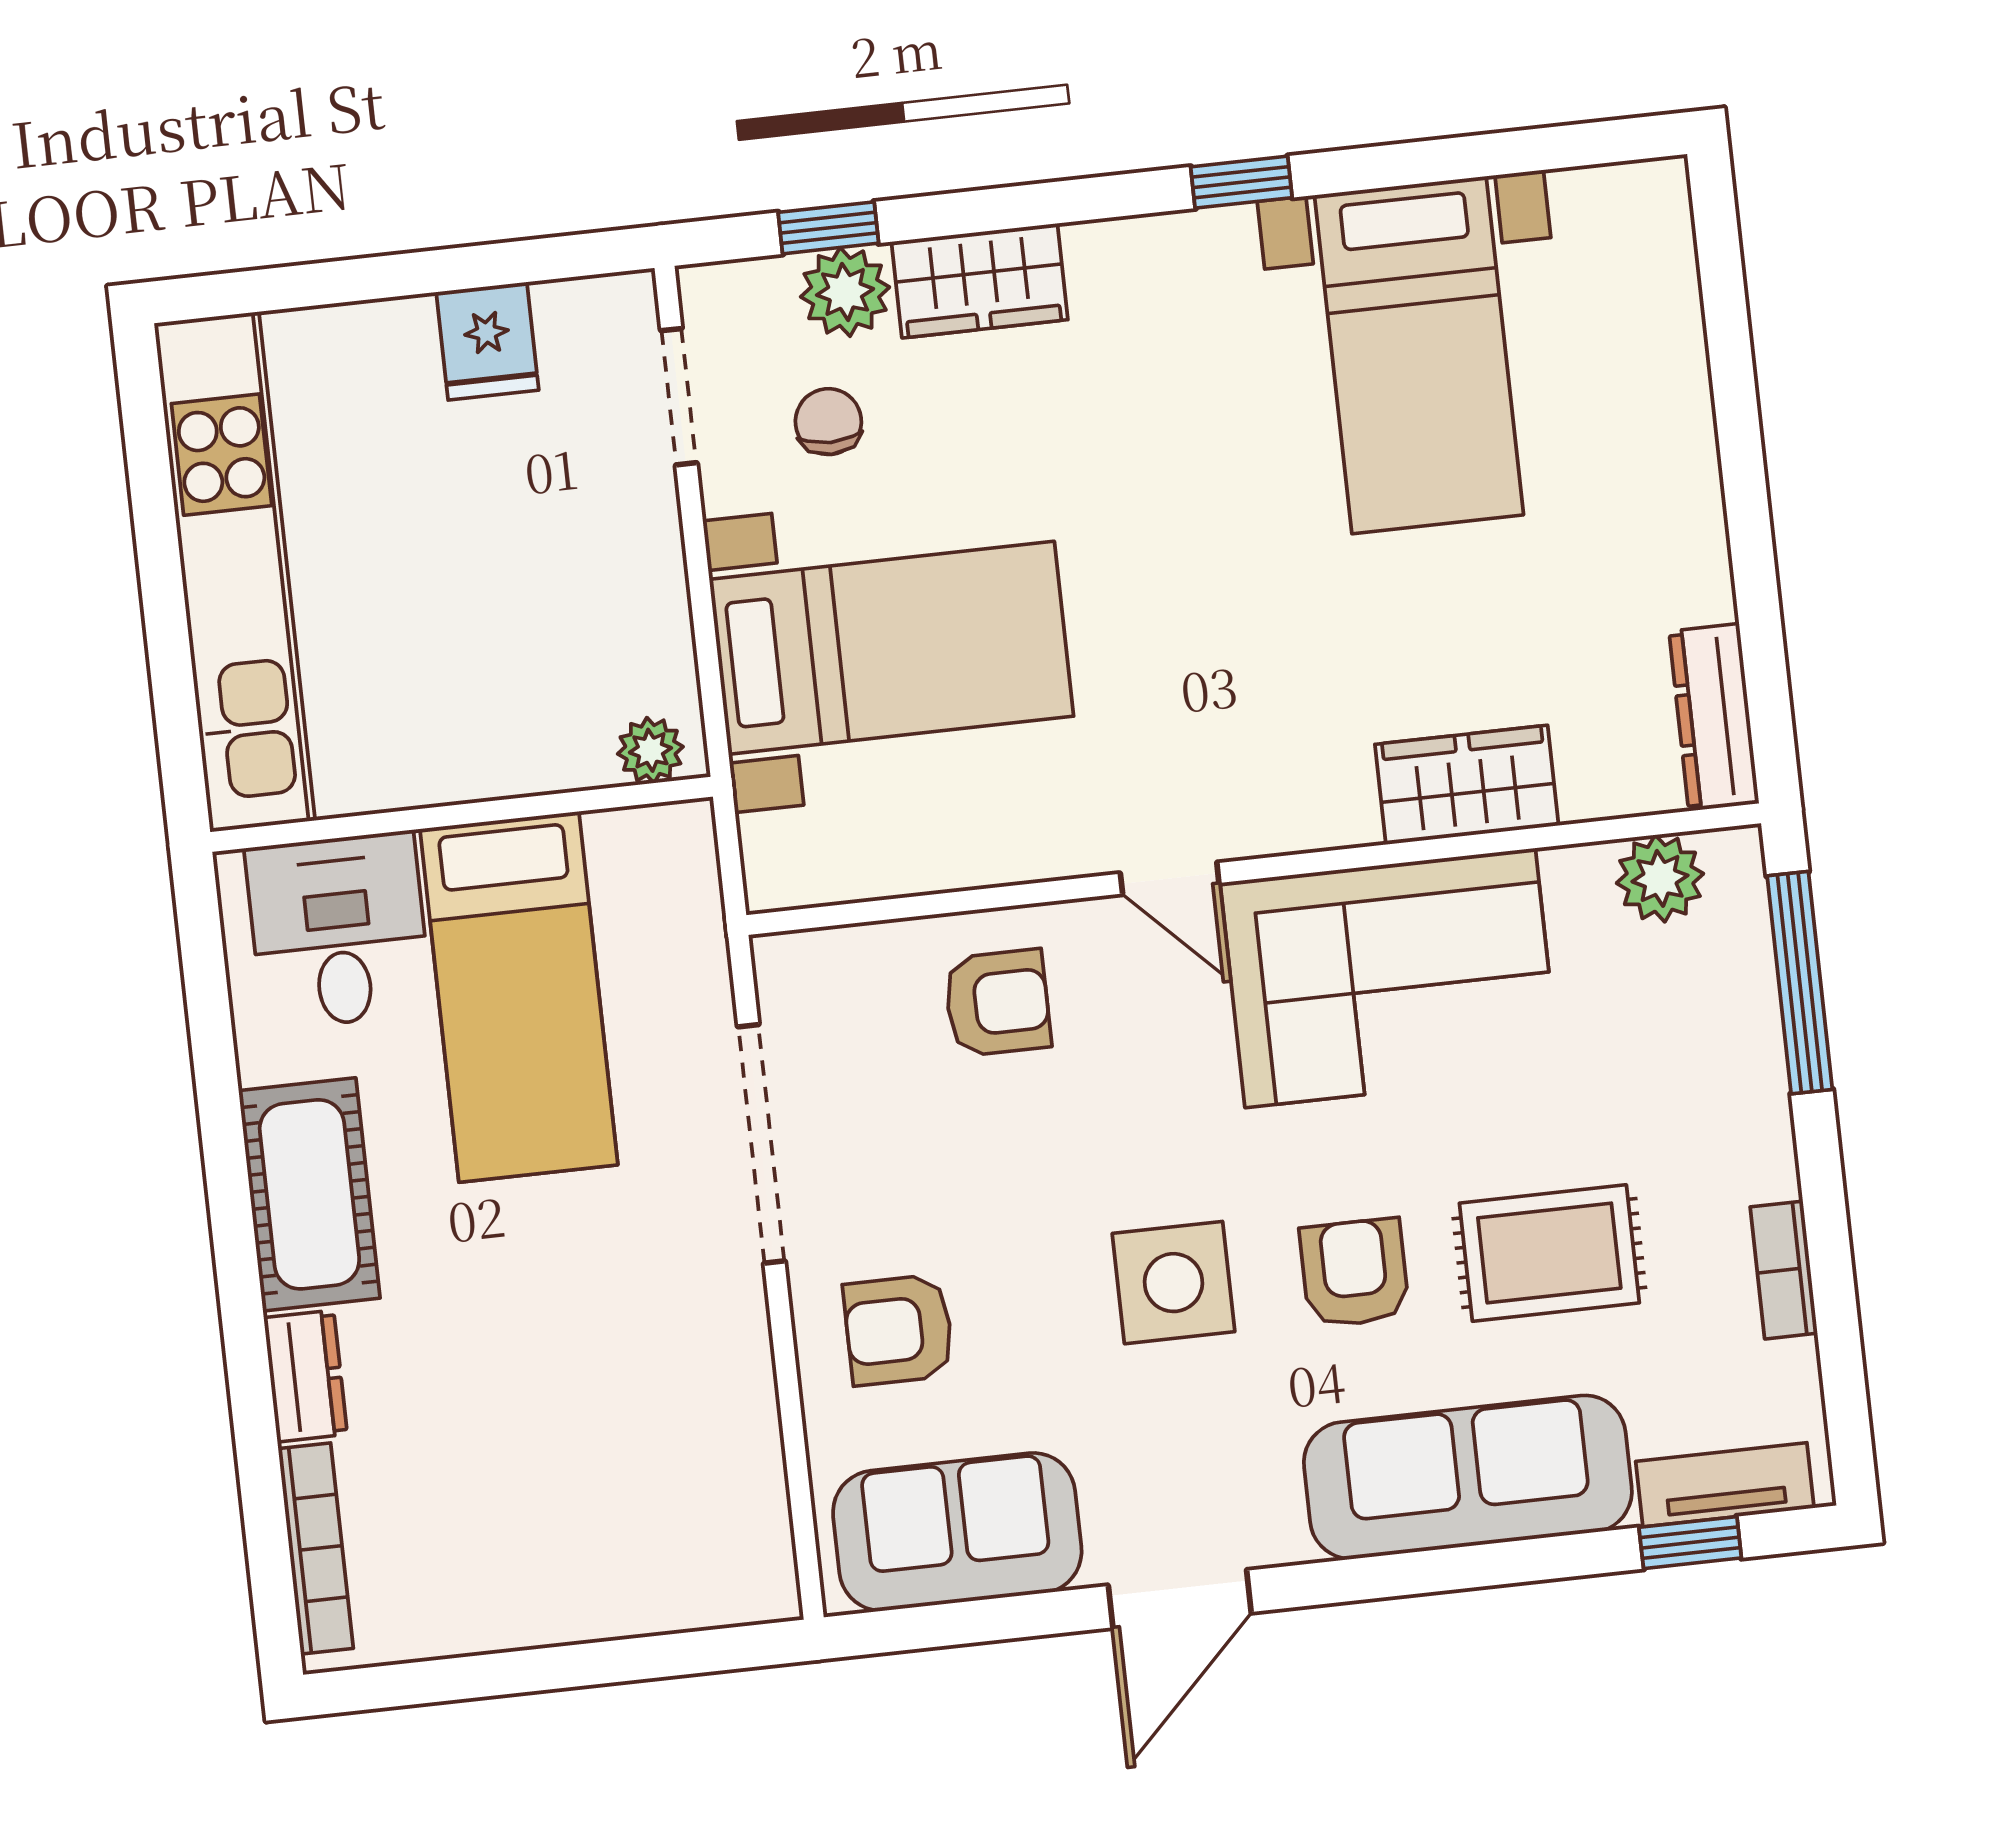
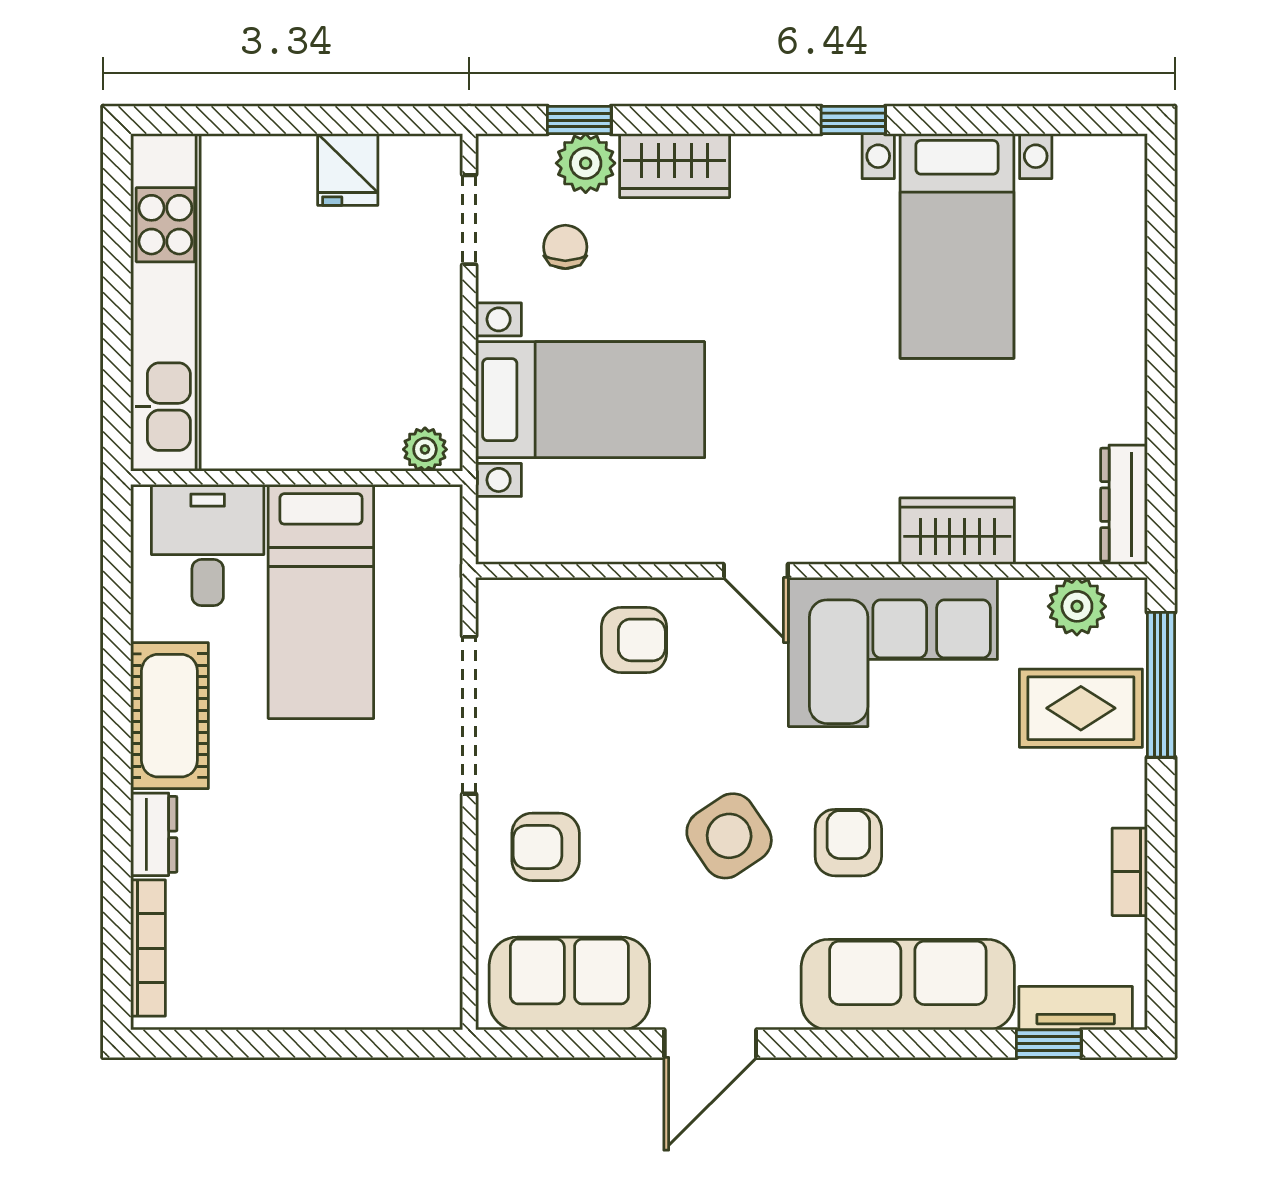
rug: (1549, 1253) -> (1081, 708), moved
side table: (1173, 1283) -> (729, 836), turned -34

